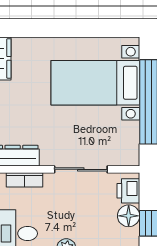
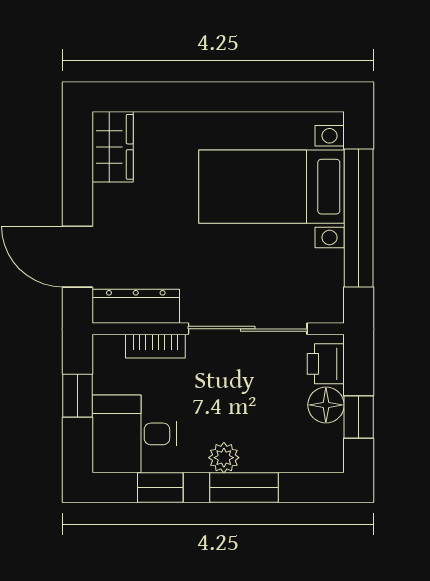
sliding door: (81, 169) -> (248, 329), width x1.37

